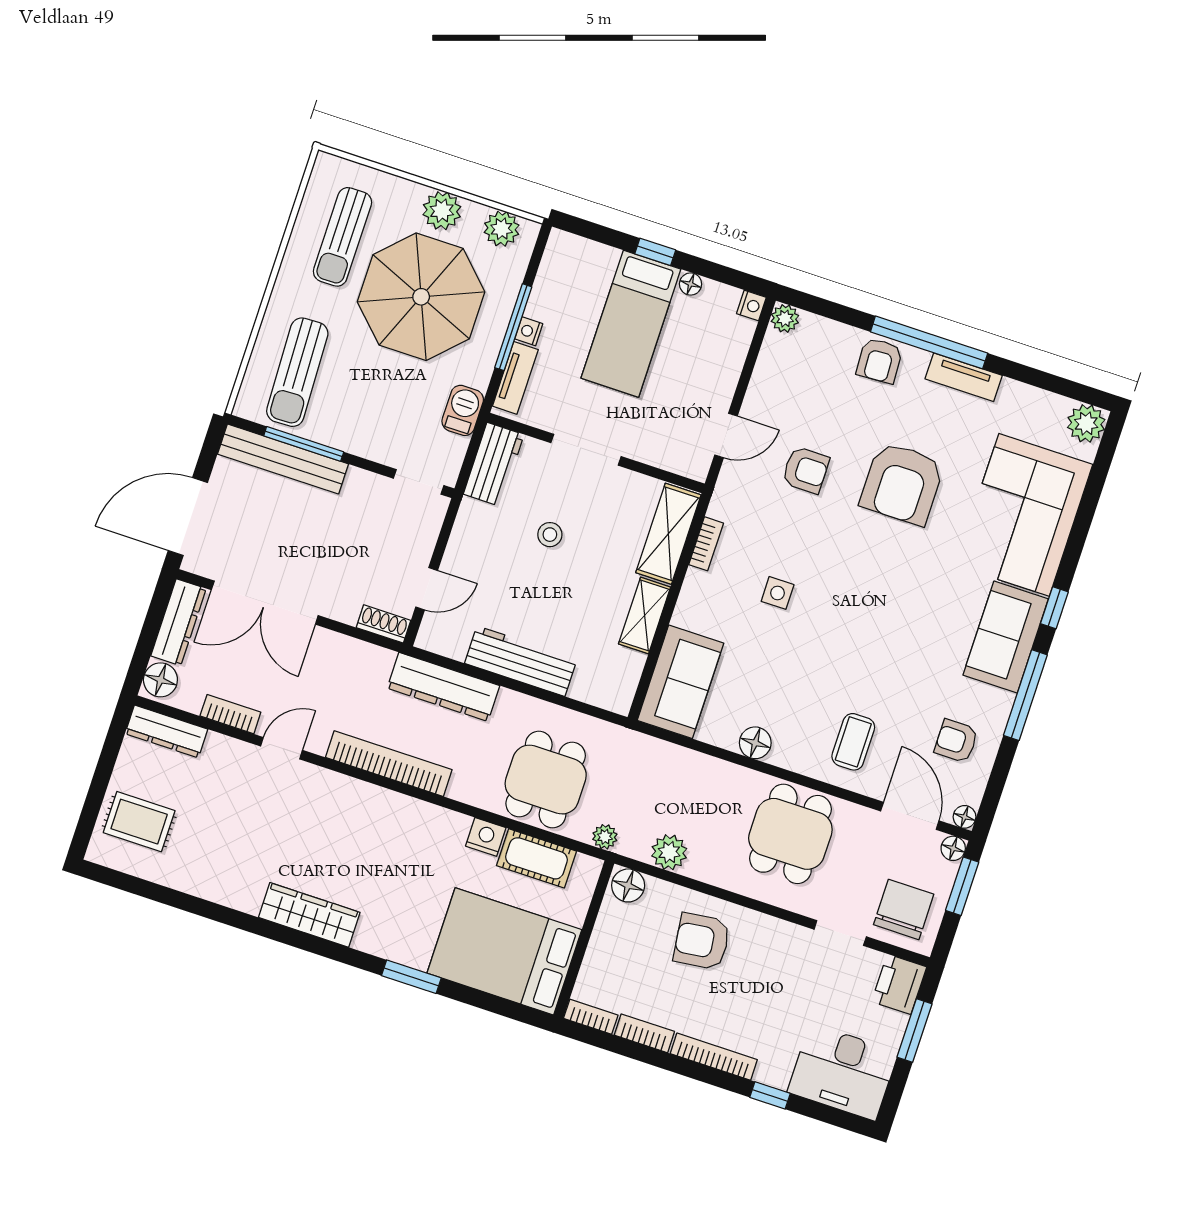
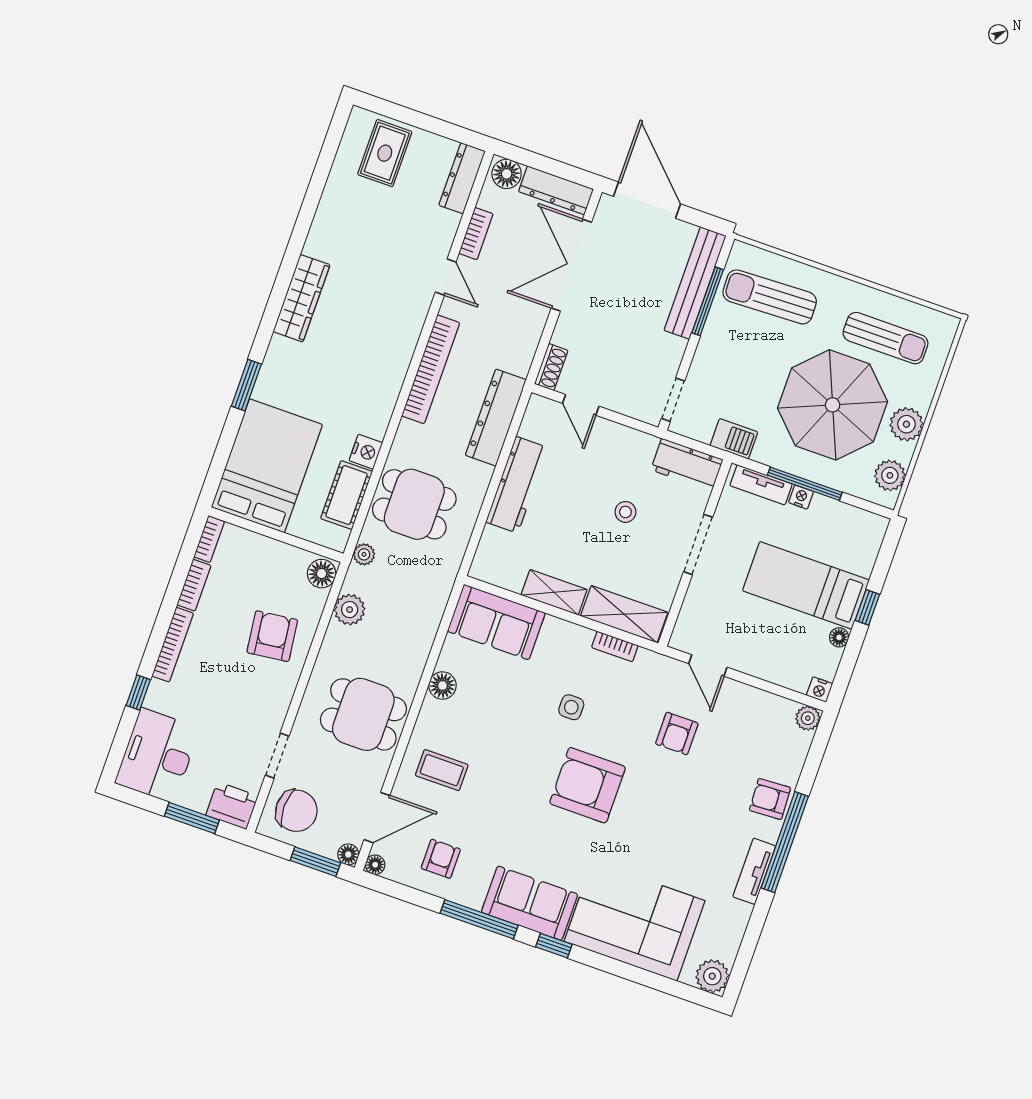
sun lounger: (342, 237) -> (885, 338), turned 180
armchair: (902, 483) -> (588, 785), moved

